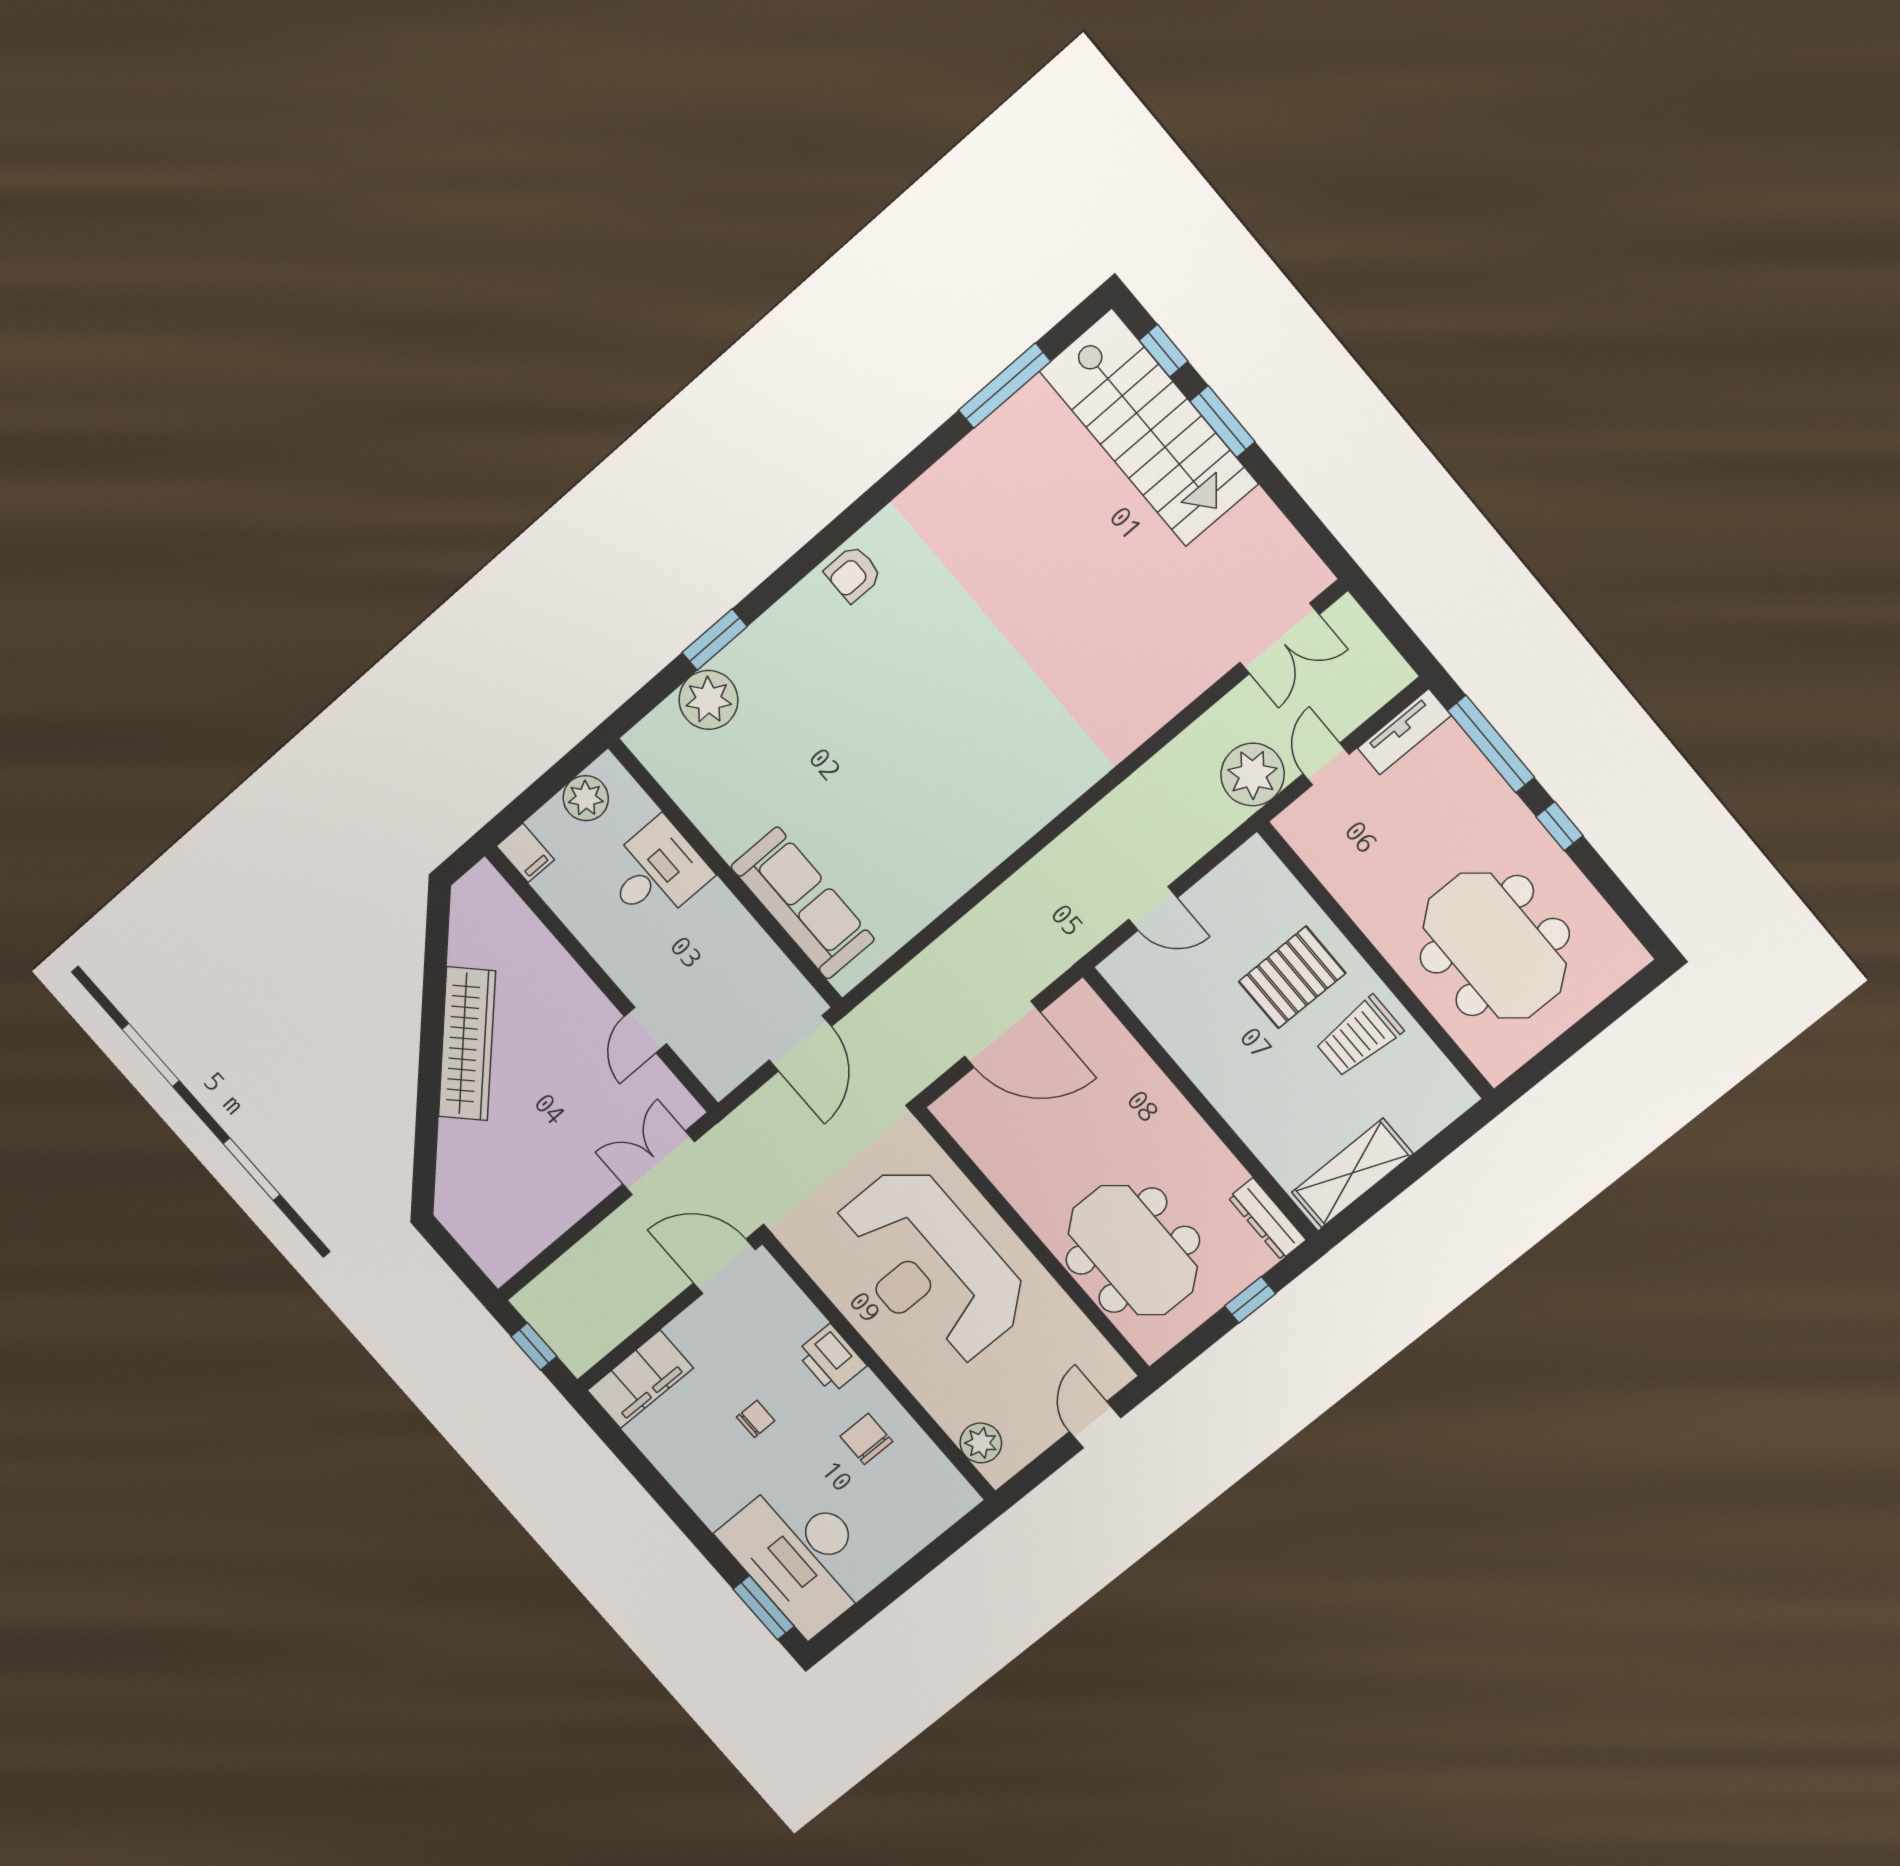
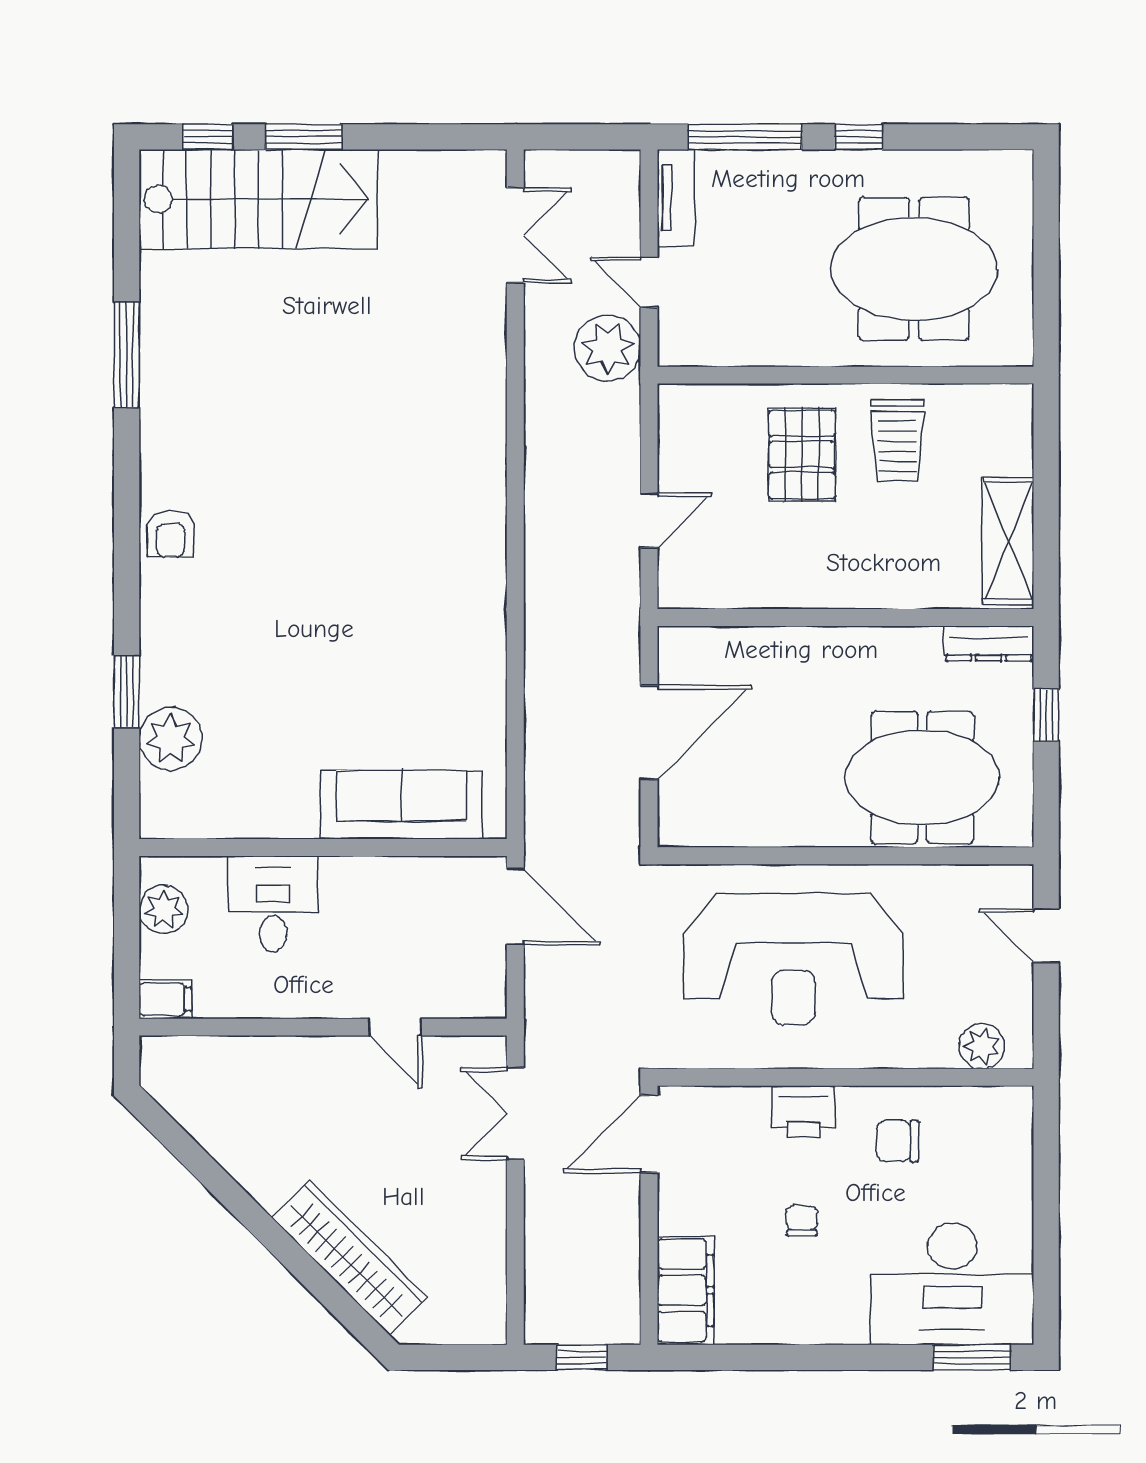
window: (1005, 386) -> (127, 355), moved
wardrobe: (467, 1044) -> (350, 1258), moved

